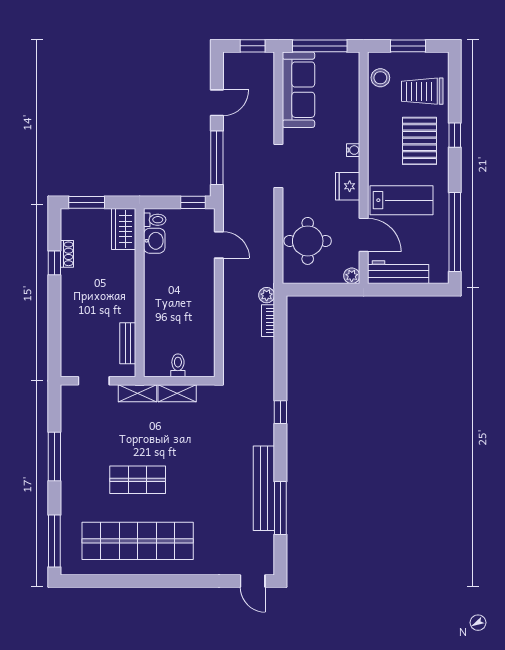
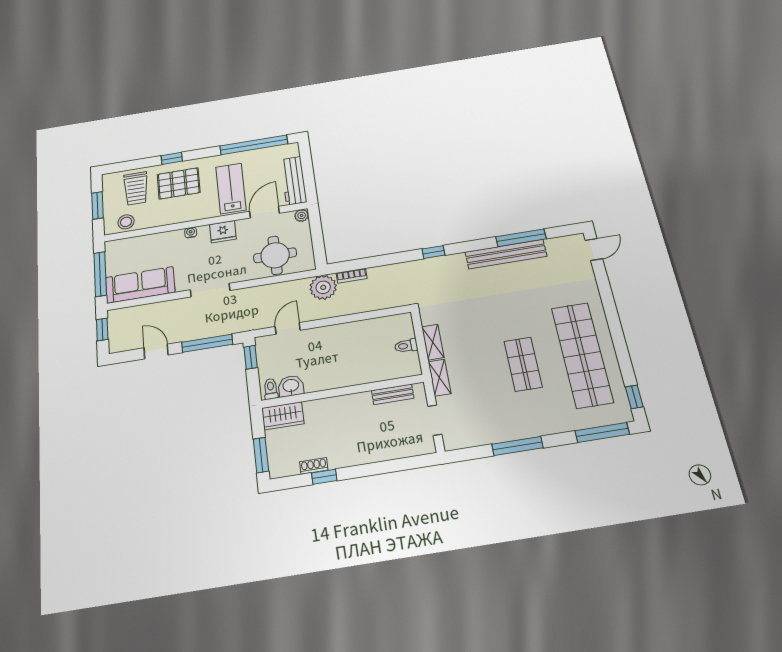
plant: (267, 295) -> (323, 287), width x1.87, depth x1.87
window: (85, 581) -> (634, 397), added

